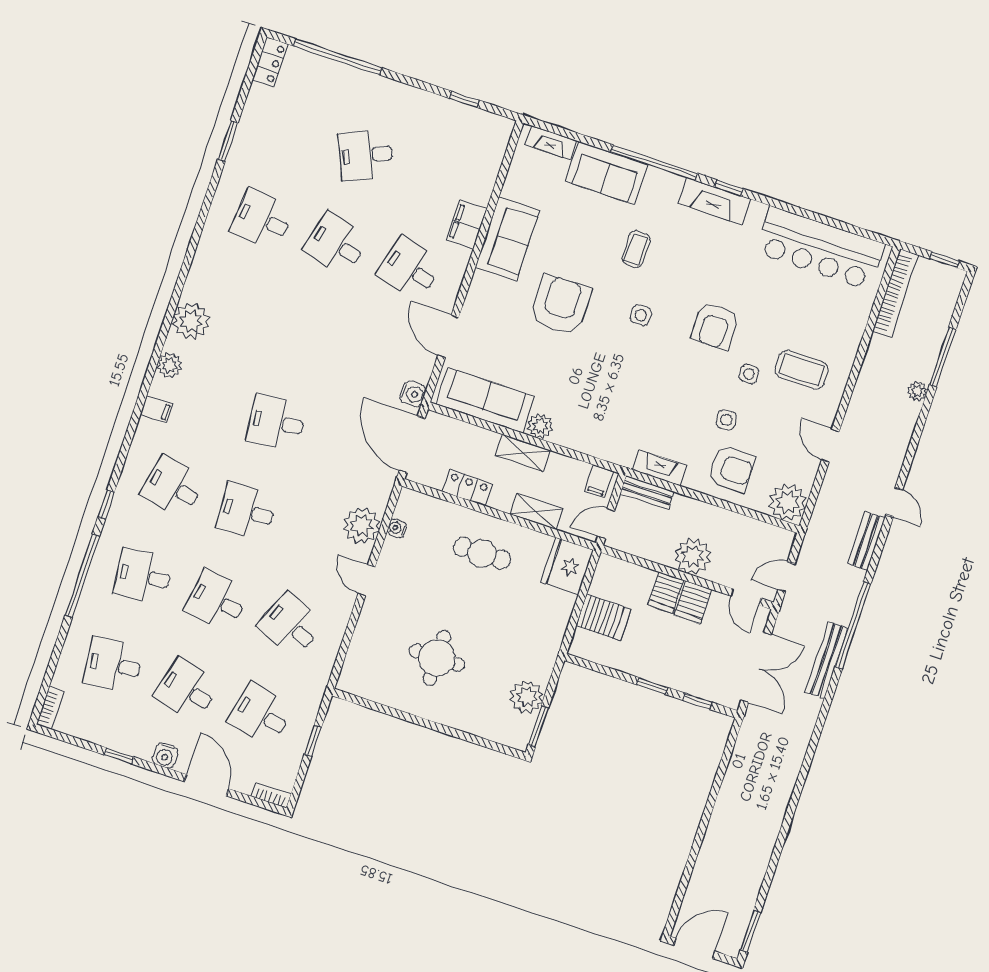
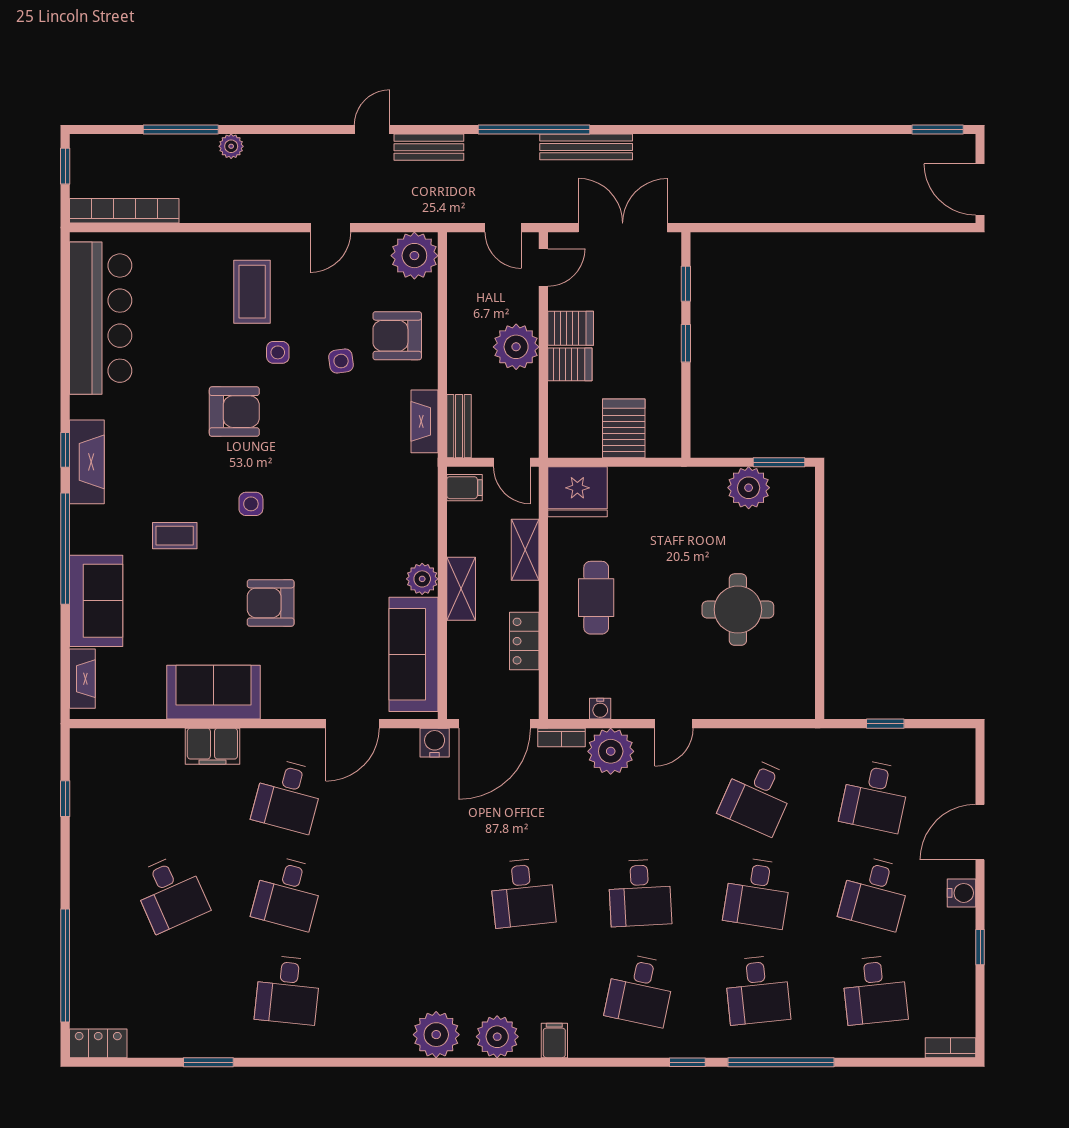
armchair: (561, 305) -> (271, 603), width x0.73, depth x0.73
plant: (170, 365) -> (497, 1037), width x1.36, depth x1.36
armchair: (731, 469) -> (397, 336), turned -90
bookcase: (271, 795) -> (562, 738), moved, turned -90

